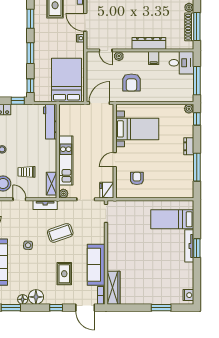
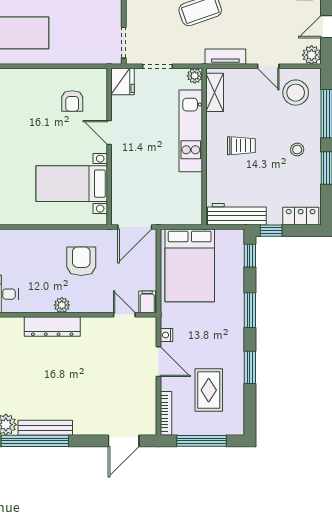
plant: (119, 56) -> (62, 305), moved
filing cabinet: (154, 58) -> (147, 302), moved
workbench: (50, 122) -> (237, 214), moved, turned -90
door: (115, 160) -> (109, 132), swing flipped
trolley: (27, 172) -> (241, 146), moved

